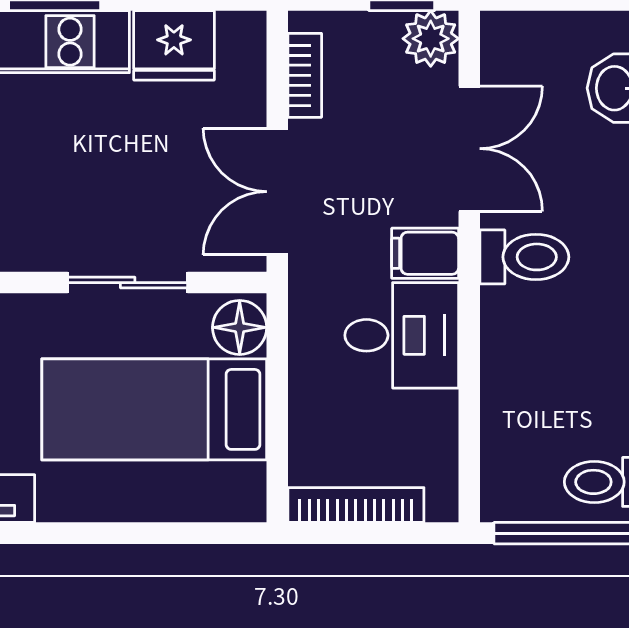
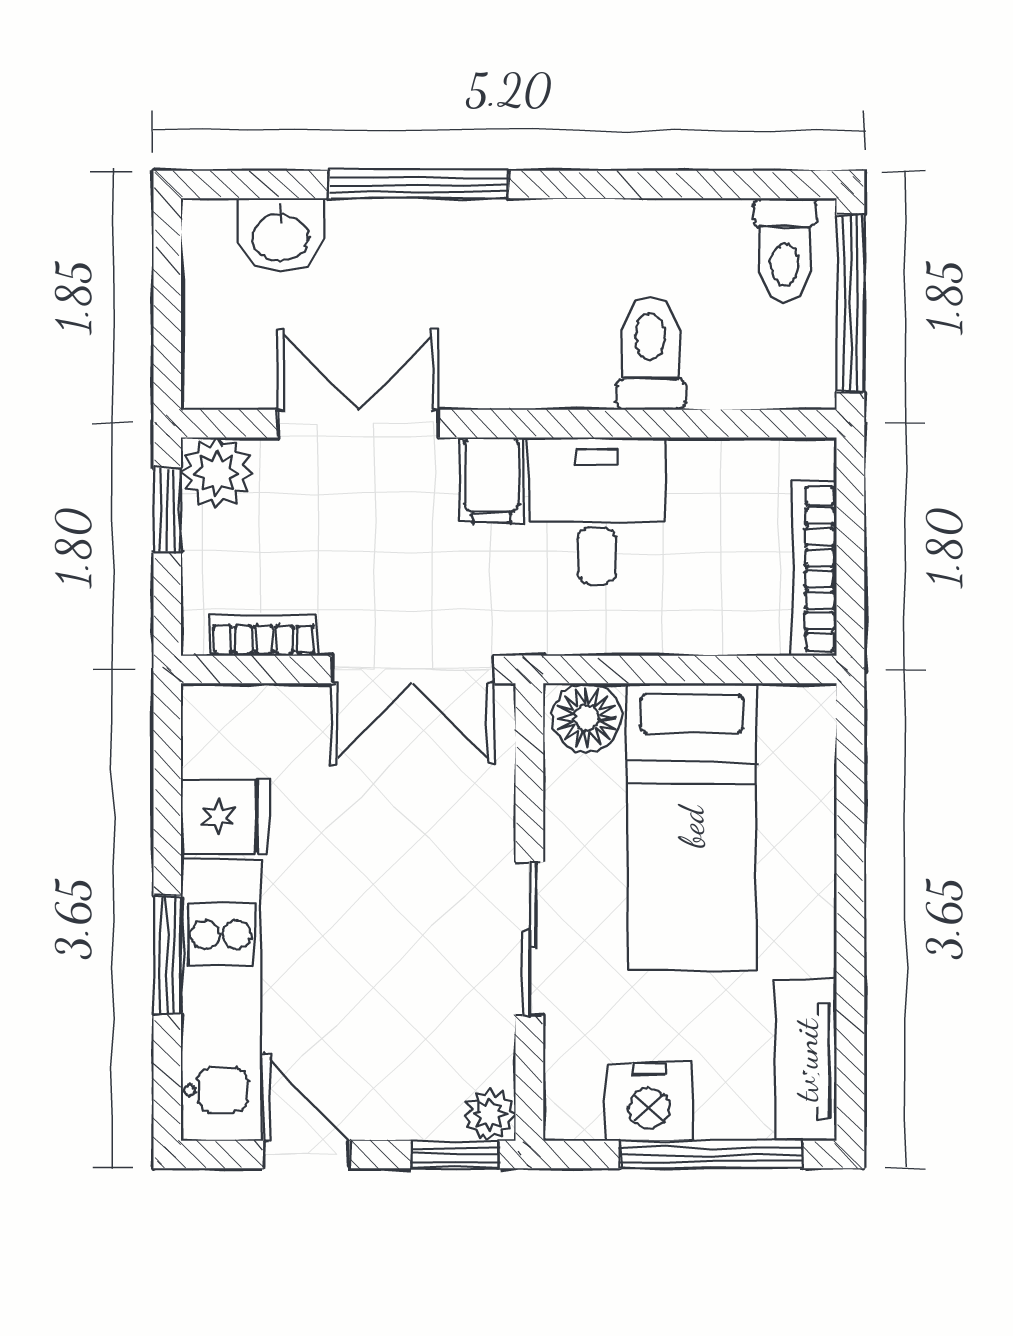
fridge: (174, 45) -> (225, 816), width x0.72
toilet: (524, 257) -> (650, 353), moved
sliding door: (128, 283) -> (529, 939), moved

